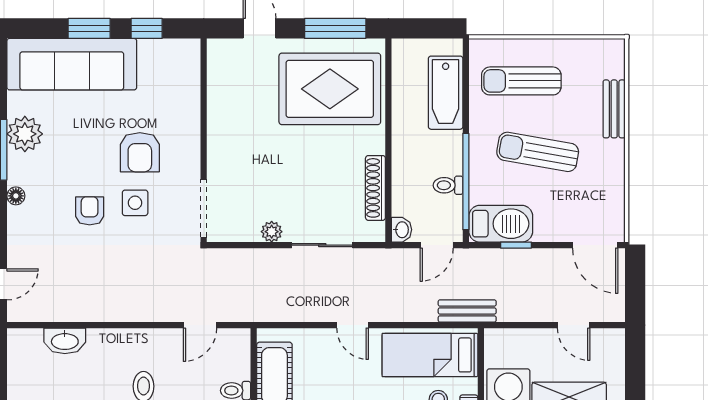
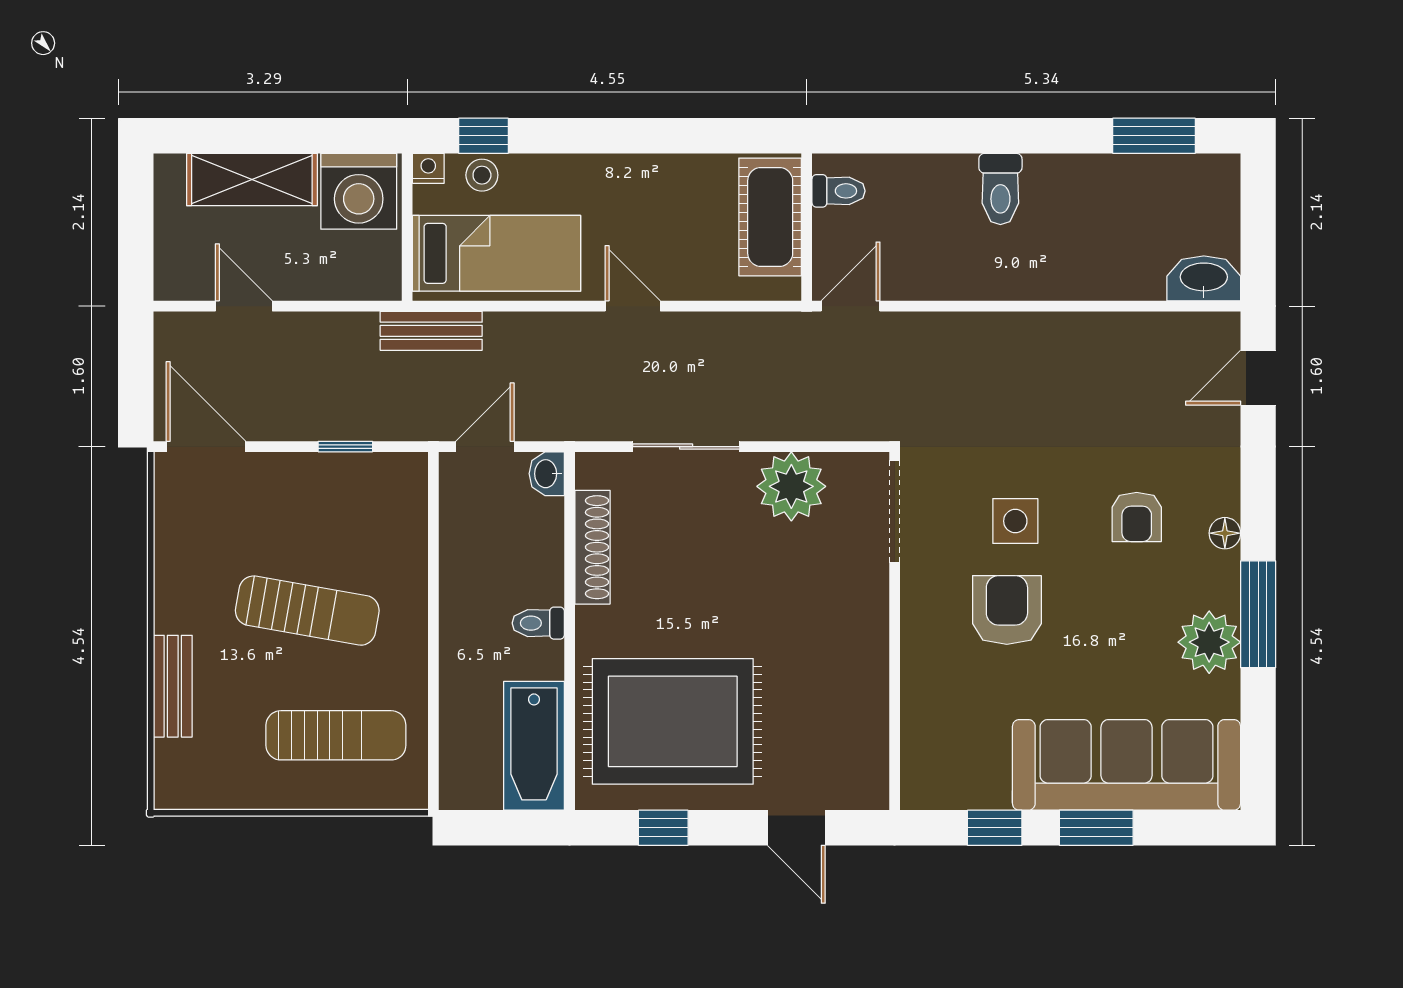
window: (335, 28) -> (663, 828), width x0.46
bathtub: (446, 93) -> (534, 746), moved, turned 180
window: (466, 182) -> (433, 558), removed
toilet: (448, 185) -> (538, 623), moved, turned 180
armchair: (90, 211) -> (1137, 517), moved
barbecue: (501, 224) -> (372, 484), removed
plant: (272, 232) -> (791, 486), width x1.87, depth x1.87
door: (200, 325) -> (851, 306), moved
washbasin: (65, 341) -> (1204, 278), moved

